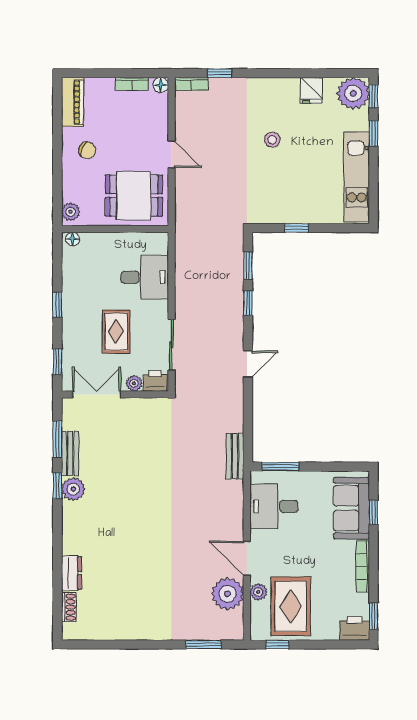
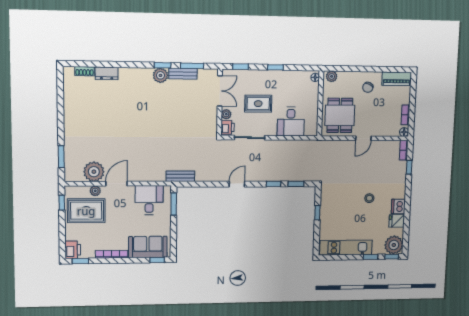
dishwasher: (286, 89) -> (398, 206), added
door: (248, 364) -> (237, 184), swing flipped
window: (373, 512) -> (157, 260), moved

